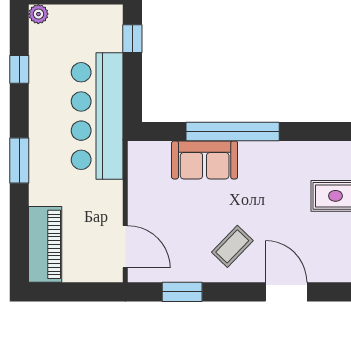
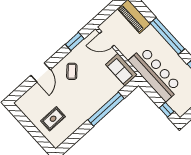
window: (19, 160) -> (167, 36), width x2.11
sofa: (205, 160) -> (122, 70), moved, turned -90
door: (286, 292) -> (41, 73), hinge flipped

